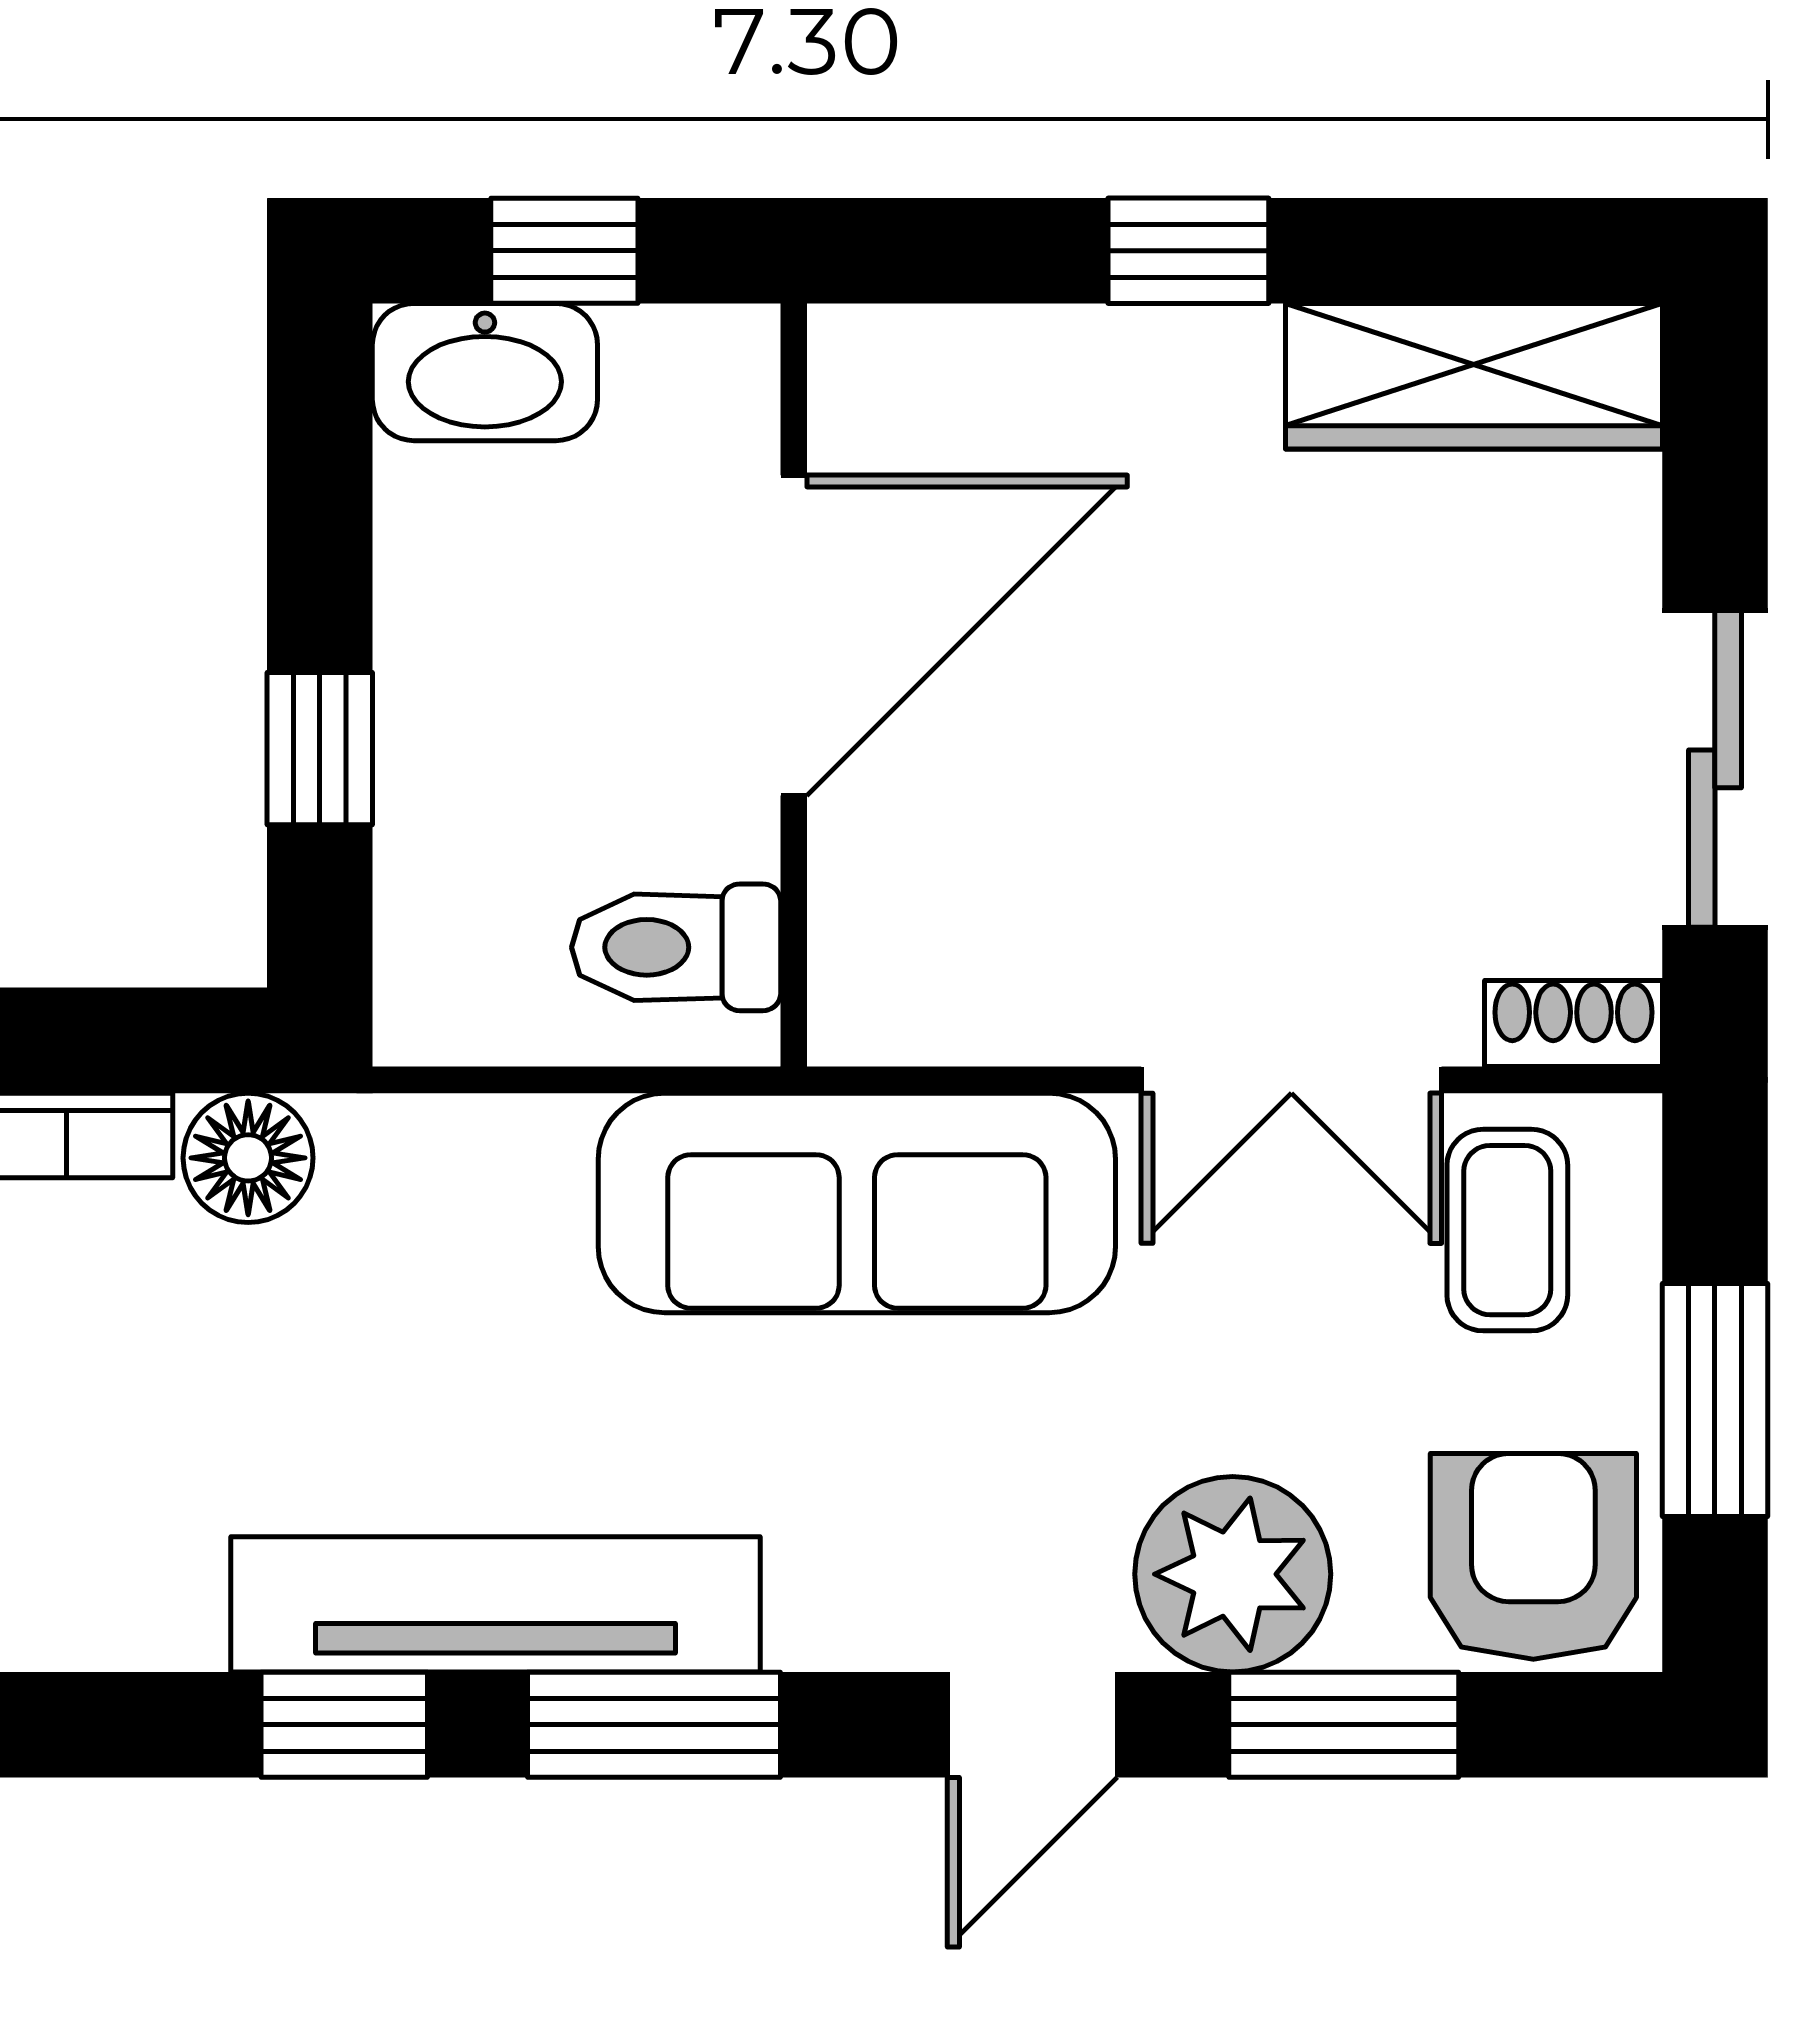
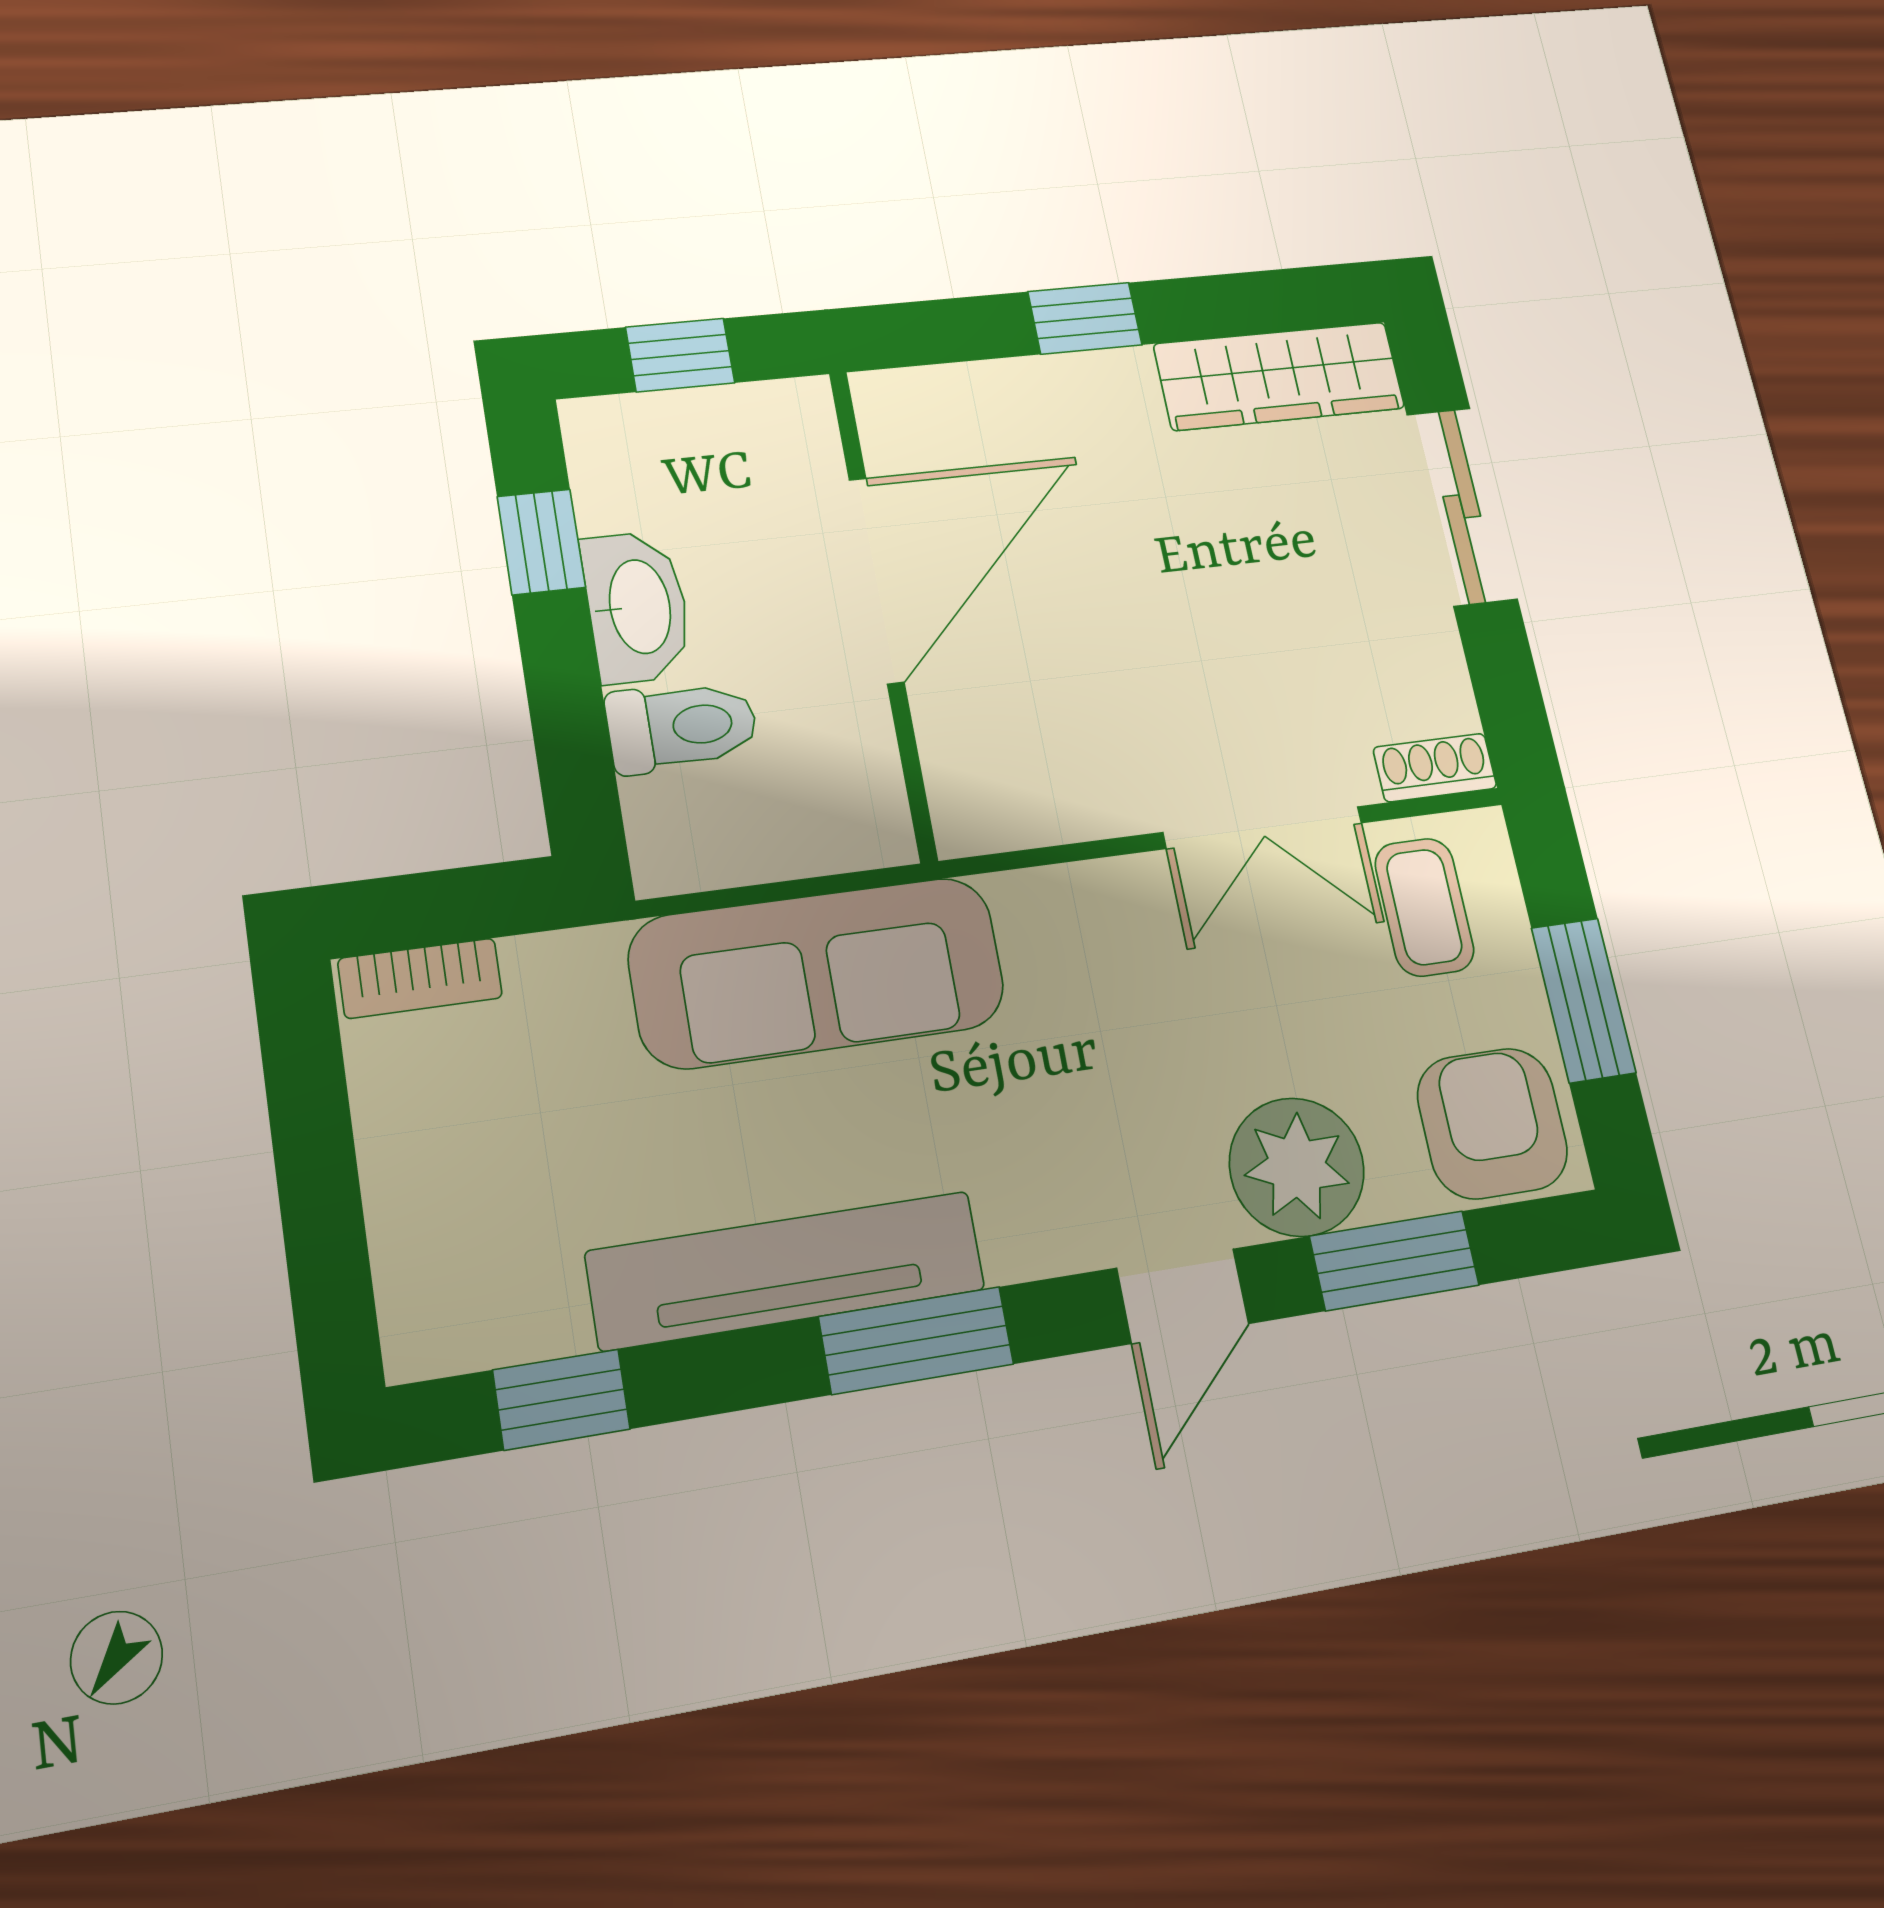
washbasin: (485, 372) -> (637, 607), moved, turned -90
window: (320, 749) -> (541, 542), moved
sliding door: (1715, 769) -> (1462, 506), moved
toilet: (676, 947) -> (682, 726), moved, turned 180
floor lamp: (248, 1158) -> (555, 976), removed
sofa: (857, 1203) -> (817, 972), moved
window: (344, 1725) -> (561, 1399), moved

